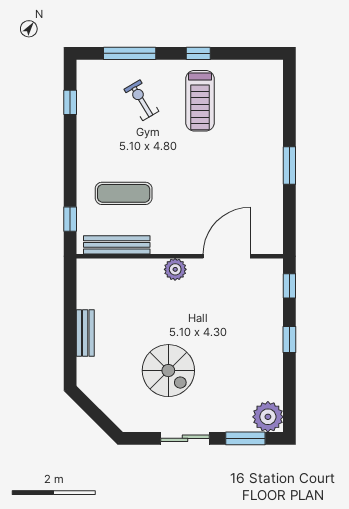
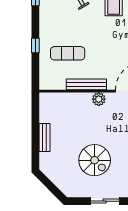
window: (70, 219) -> (35, 46), moved
bench: (117, 245) -> (86, 84), moved

